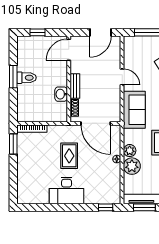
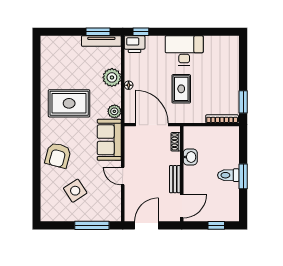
bench: (75, 86) -> (175, 179), moved
plant: (130, 151) -> (114, 111), moved
printer: (111, 196) -> (135, 44), added

